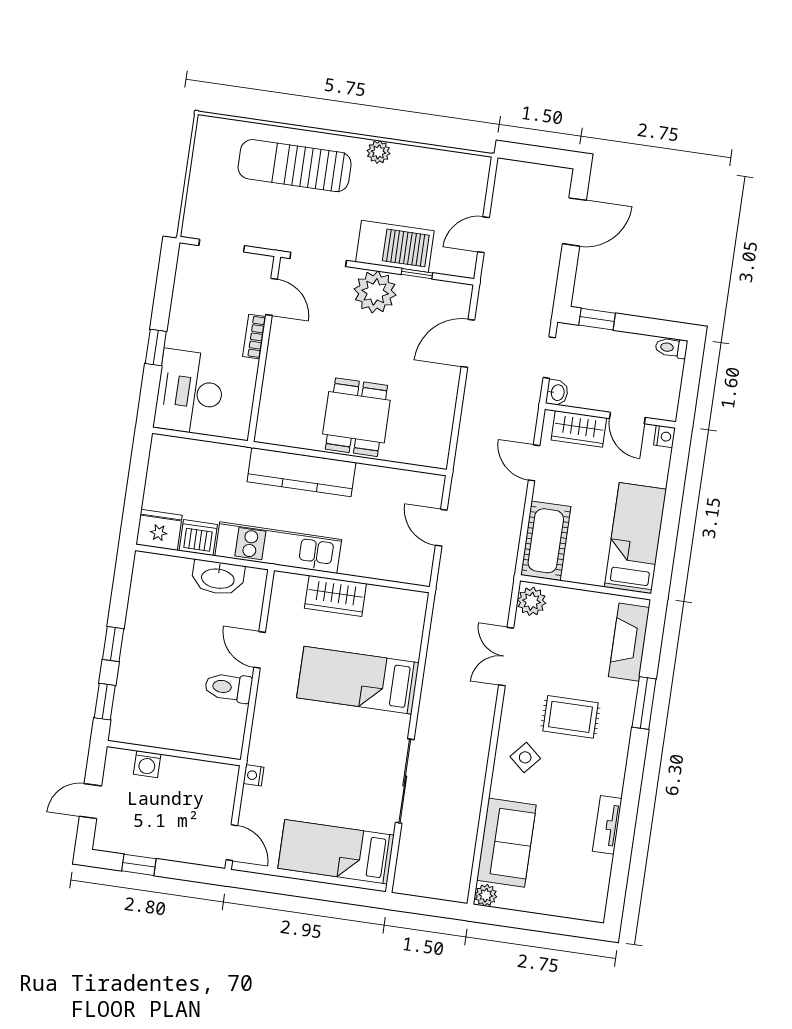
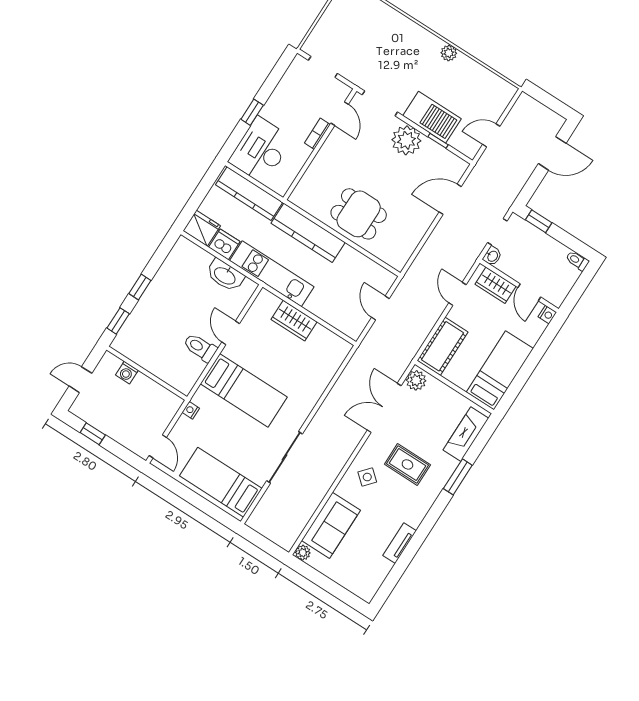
sun lounger: (295, 166) -> (392, 37), removed
dining table: (356, 417) -> (359, 214), turned 90
kitchen counter: (200, 456) -> (249, 194), added
double door: (506, 657) -> (384, 408), width x1.37
bed: (358, 680) -> (244, 390), moved, turned 180

